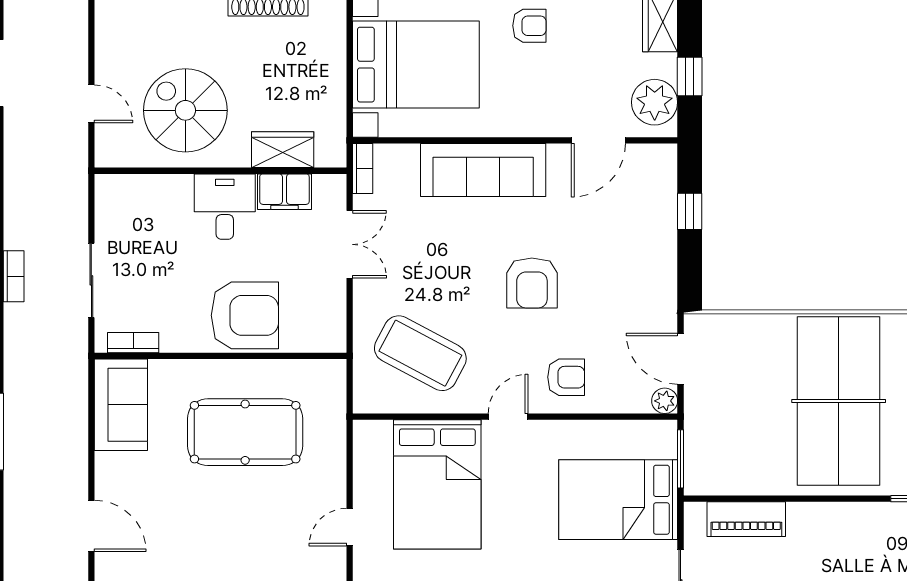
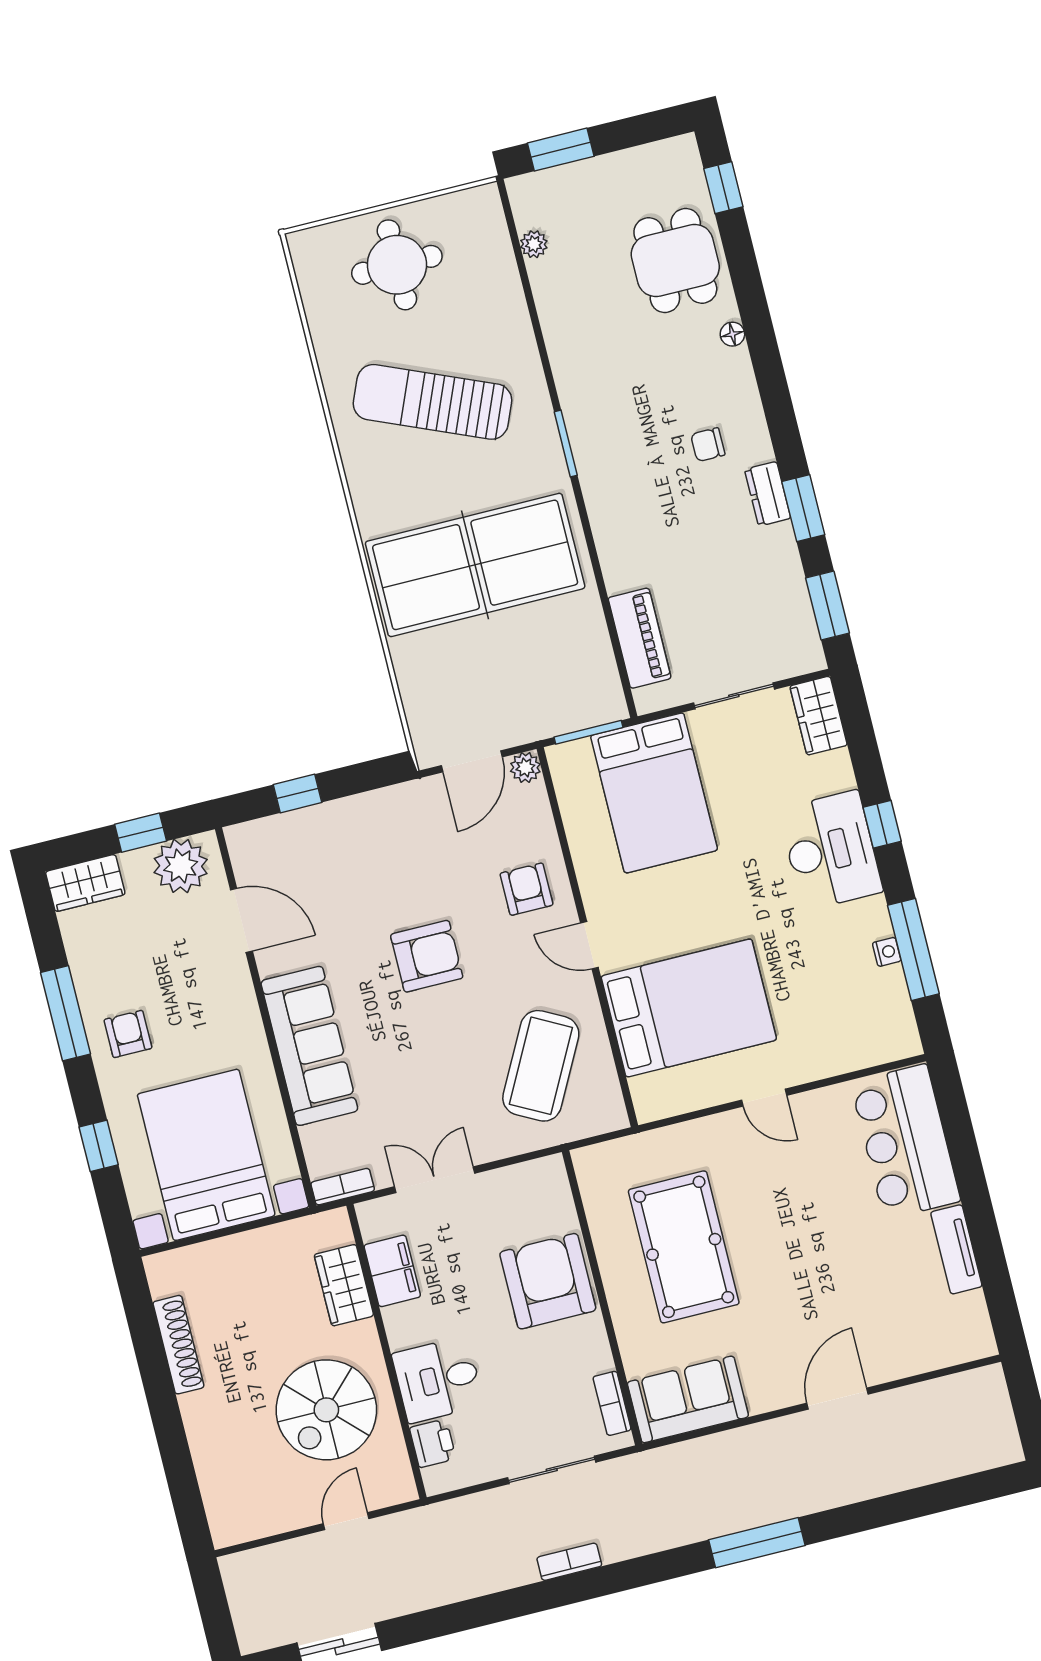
printer: (137, 190) -> (433, 1443), added
desk: (225, 207) -> (438, 1380), moved

